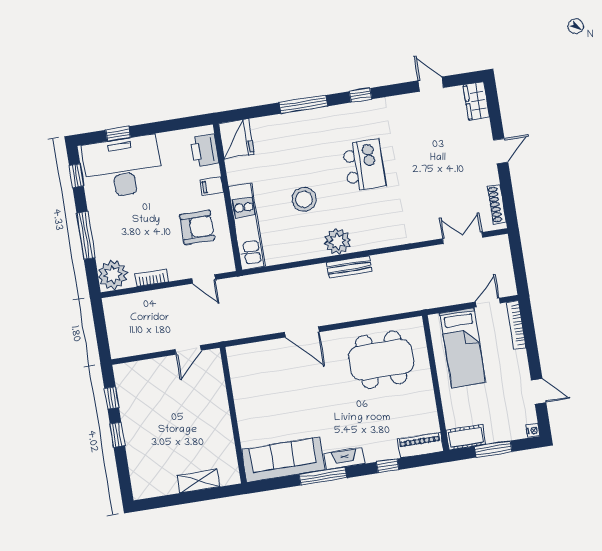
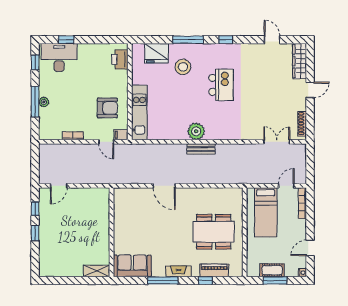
wardrobe: (476, 101) -> (300, 61), width x1.50
fridge: (236, 139) -> (156, 53), moved, turned 90
desk: (123, 167) -> (59, 57), width x0.73, depth x0.77
filing cabinet: (212, 186) -> (121, 135), moved
stool: (304, 199) -> (183, 67), moved
plant: (113, 275) -> (44, 102), moved, width x0.53, depth x0.53
door: (188, 350) -> (59, 186), moved
dining table: (381, 360) -> (214, 232), moved
door: (539, 391) -> (310, 248), swing flipped
cot: (466, 437) -> (272, 270), moved
piano: (420, 445) -> (214, 270), moved
sofa: (283, 460) -> (132, 266), width x0.73
shelving: (199, 481) -> (97, 271), moved

